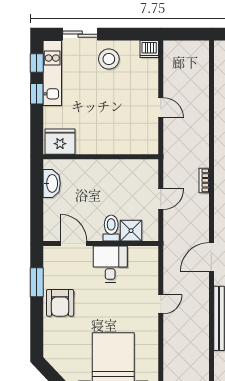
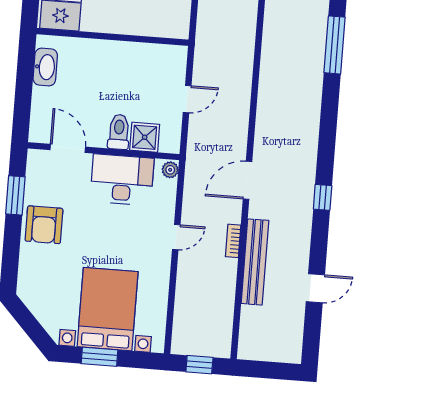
bookcase: (204, 180) -> (233, 241), moved
plant: (152, 254) -> (170, 170), added
desk: (110, 264) -> (122, 180), width x1.37

